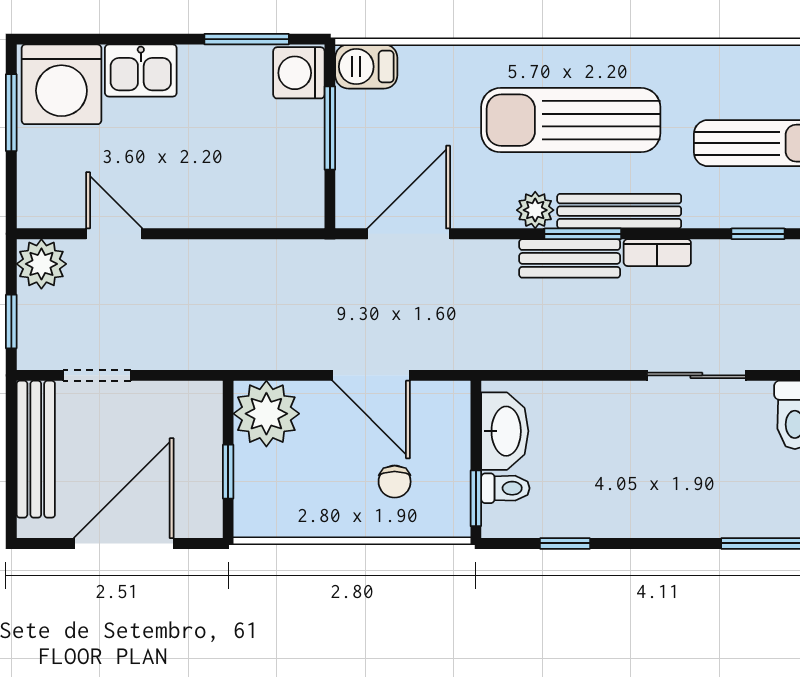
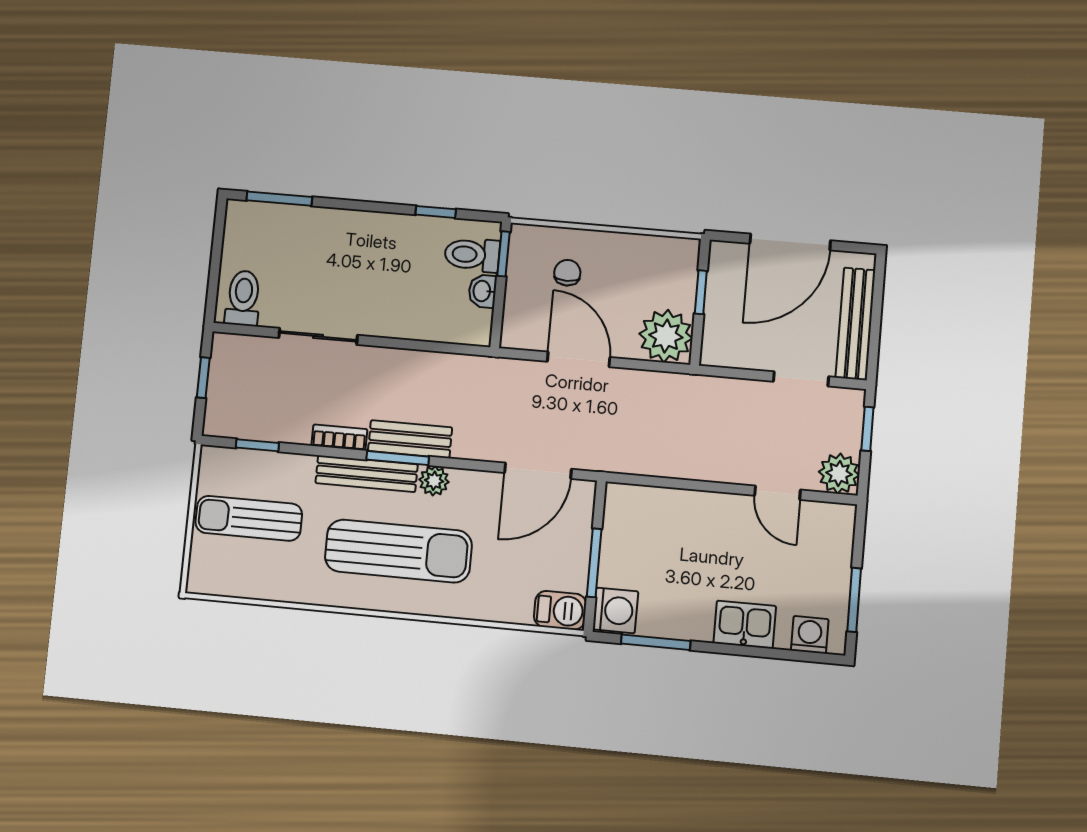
washing machine: (61, 84) -> (810, 635), width x0.53, depth x0.53
washbasin: (505, 431) -> (483, 291), width x0.52, depth x0.69
toilet: (505, 488) -> (472, 255), width x1.37, depth x1.39

